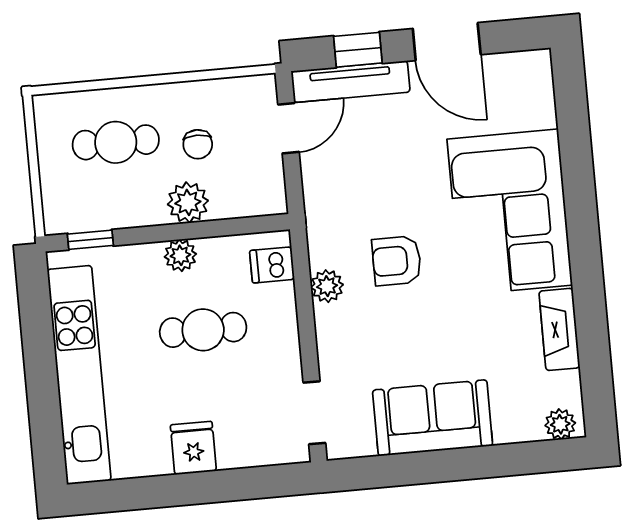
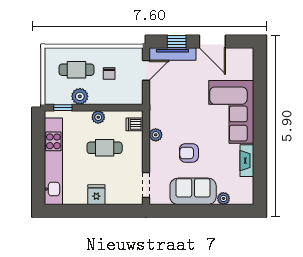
plant: (188, 202) -> (80, 96), moved
armchair: (397, 261) -> (189, 153), moved
plant: (560, 424) -> (223, 198), moved

